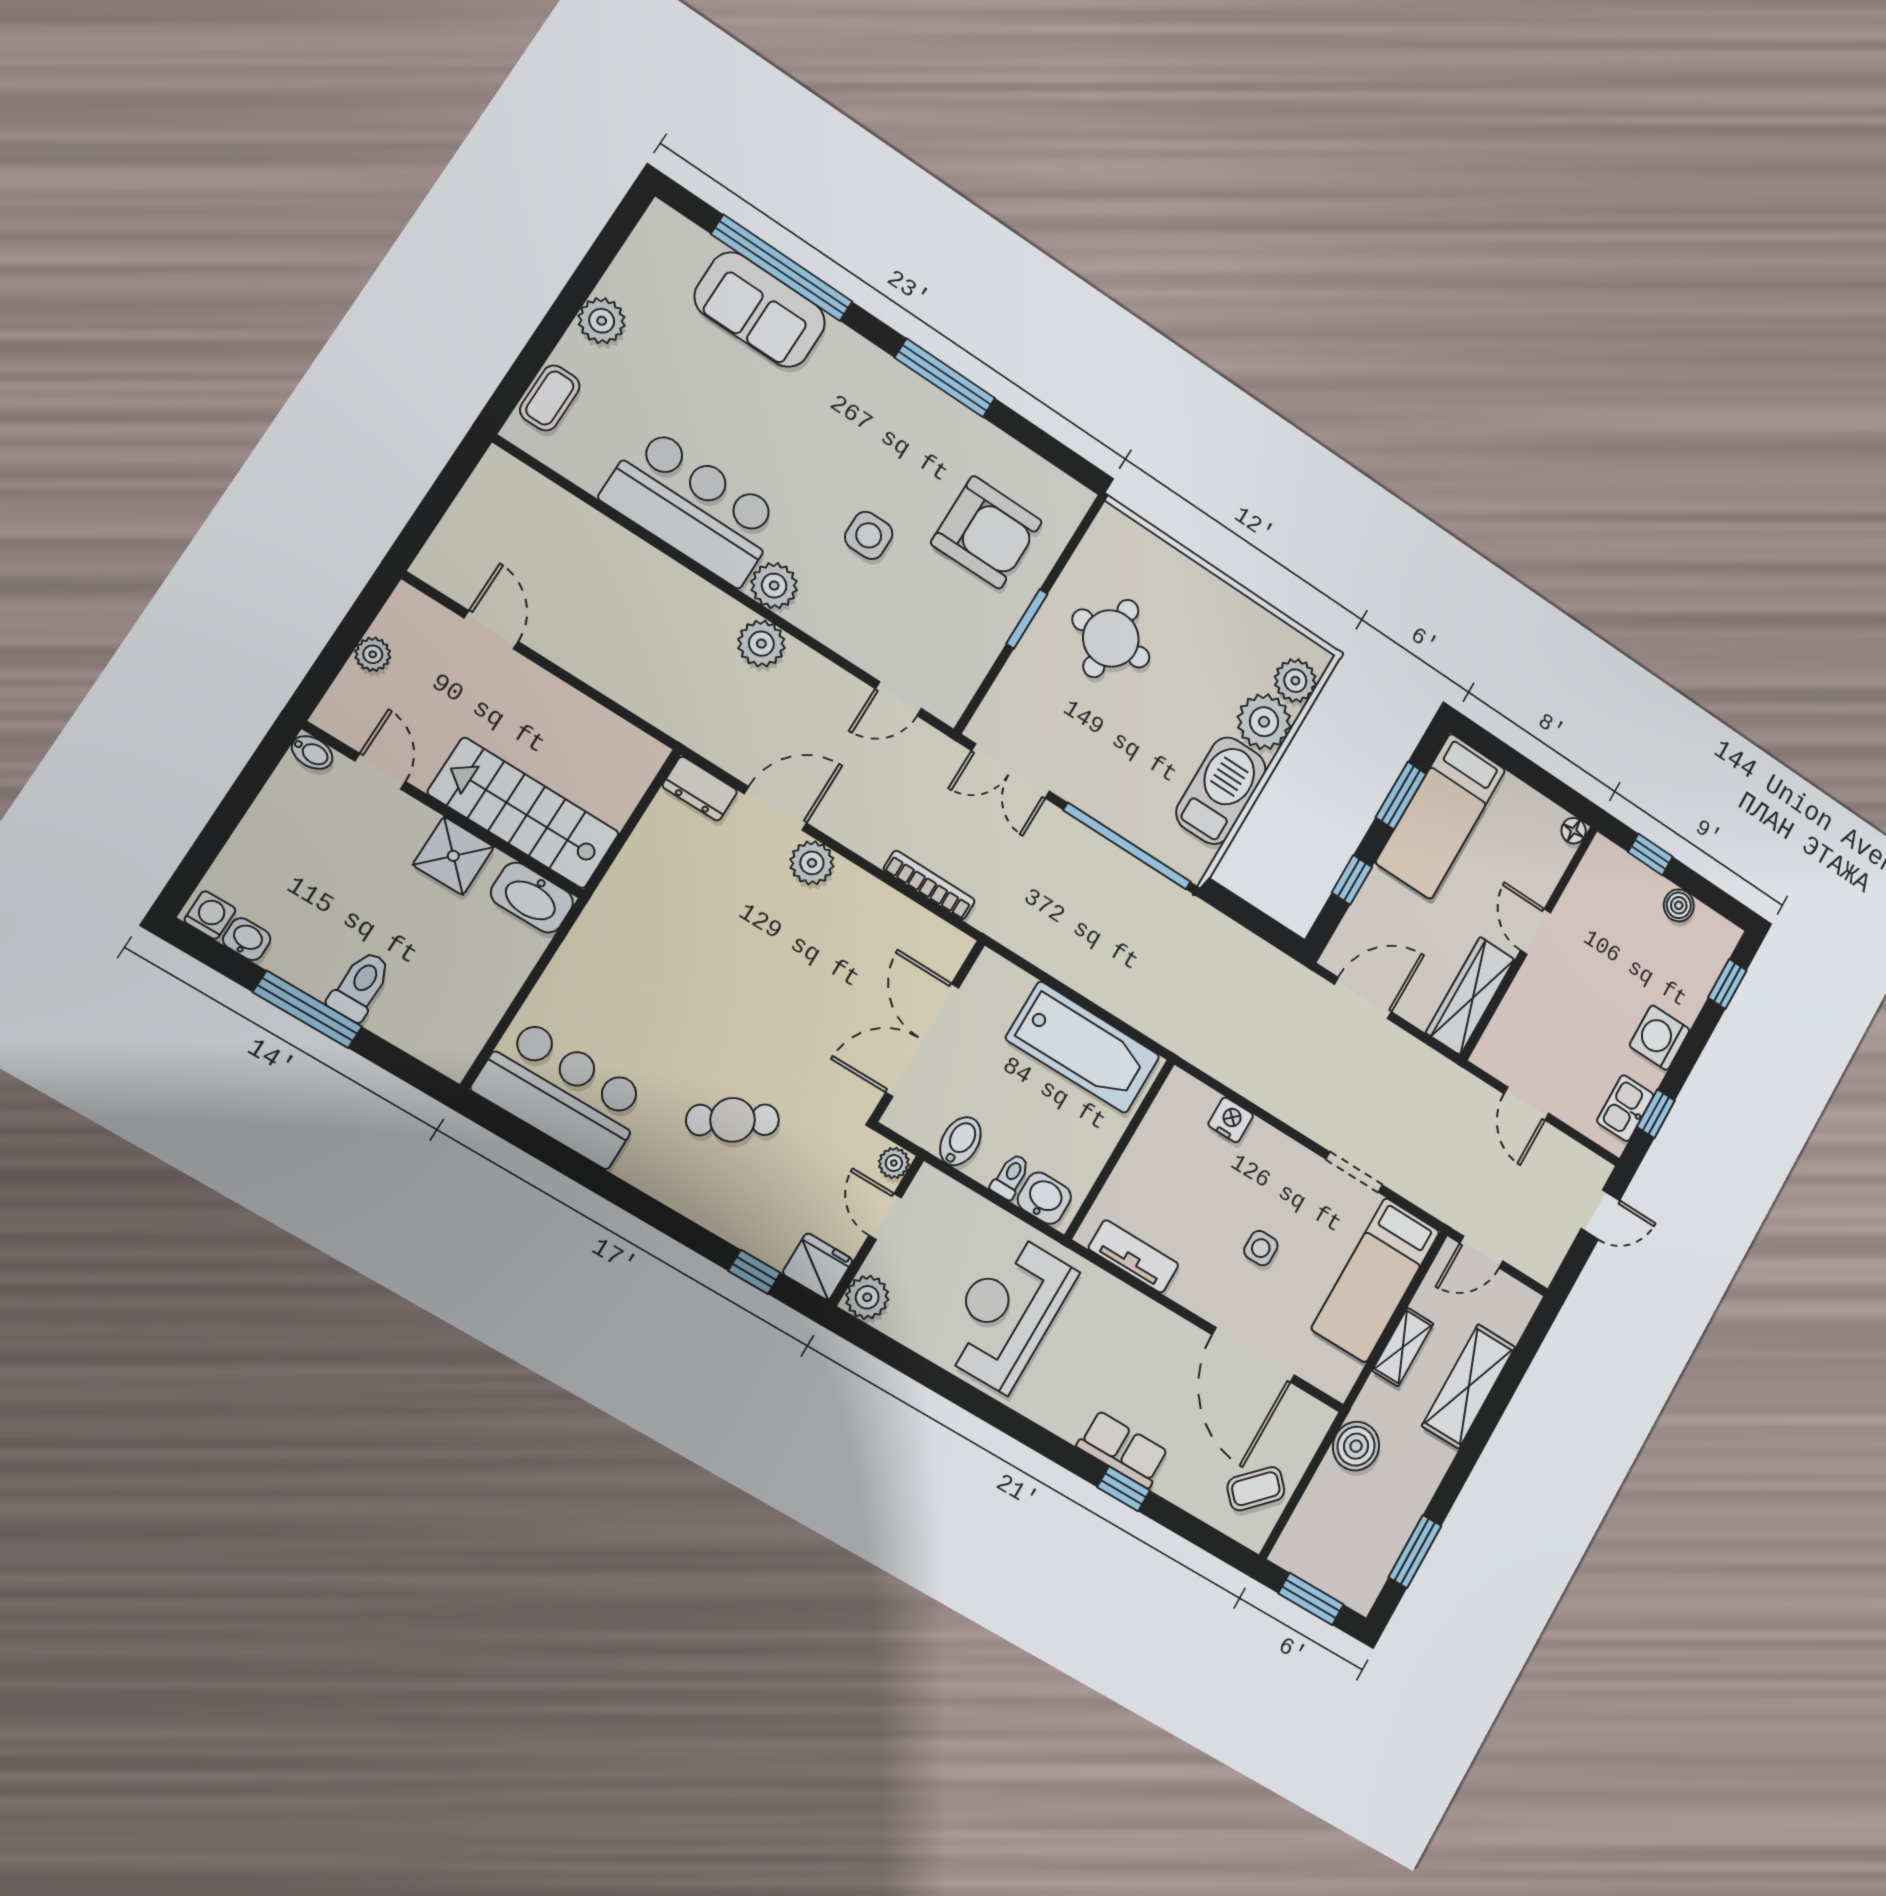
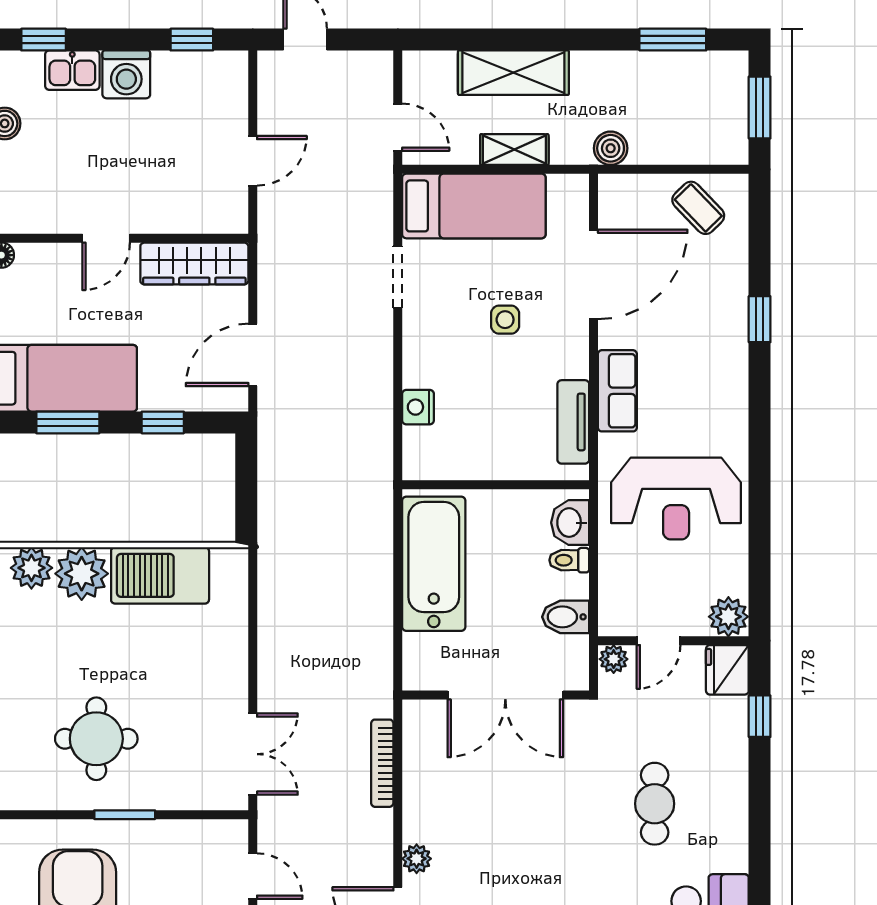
window: (1127, 846) -> (253, 625), removed
plant: (812, 863) -> (417, 859), width x0.73, depth x0.73
door: (1363, 998) -> (253, 355), hinge flipped
kitchen sink: (1625, 1108) -> (72, 70), moved
cafe table: (733, 1120) -> (655, 804), turned 31
boiler: (1356, 1446) -> (611, 148), width x0.73, depth x0.73
row of seats: (1123, 1449) -> (617, 391), moved, turned 180

